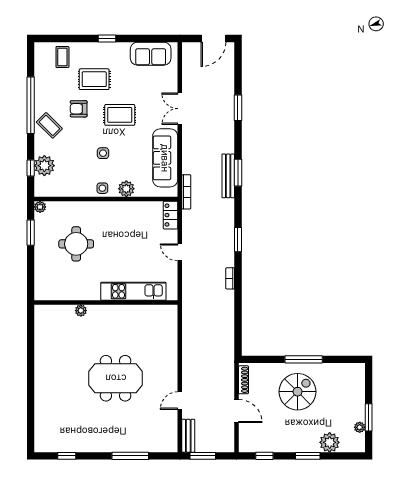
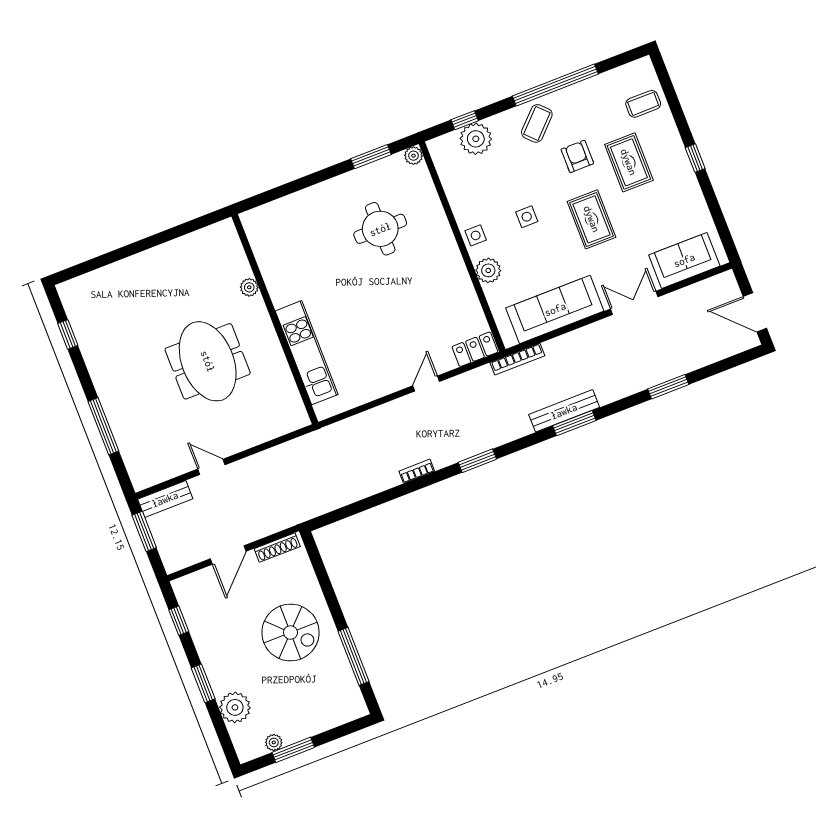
sofa: (151, 54) -> (684, 260), moved, turned 90
kitchen unit: (133, 291) -> (307, 353), moved
wall: (106, 303) -> (275, 319), moved
plant: (81, 311) -> (249, 287), moved
window: (304, 359) -> (354, 656), moved

